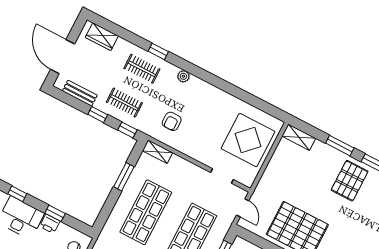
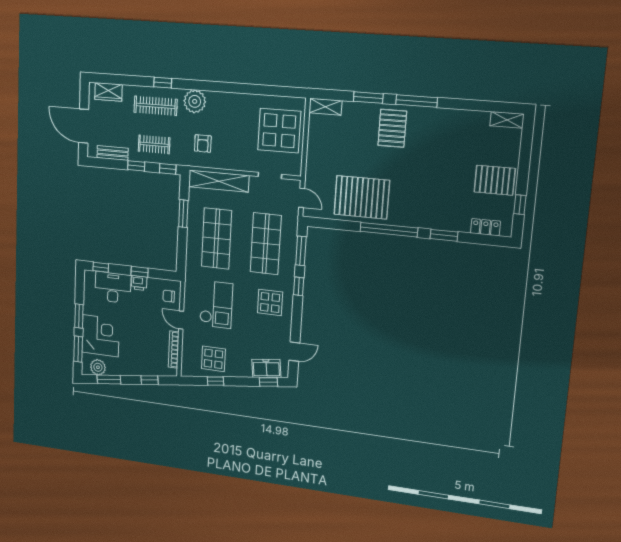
clothes rail: (142, 69) -> (156, 106), width x1.36
plant: (183, 76) -> (195, 101), width x1.88, depth x1.88
shelving: (158, 152) -> (219, 181), width x2.20, depth x1.33

